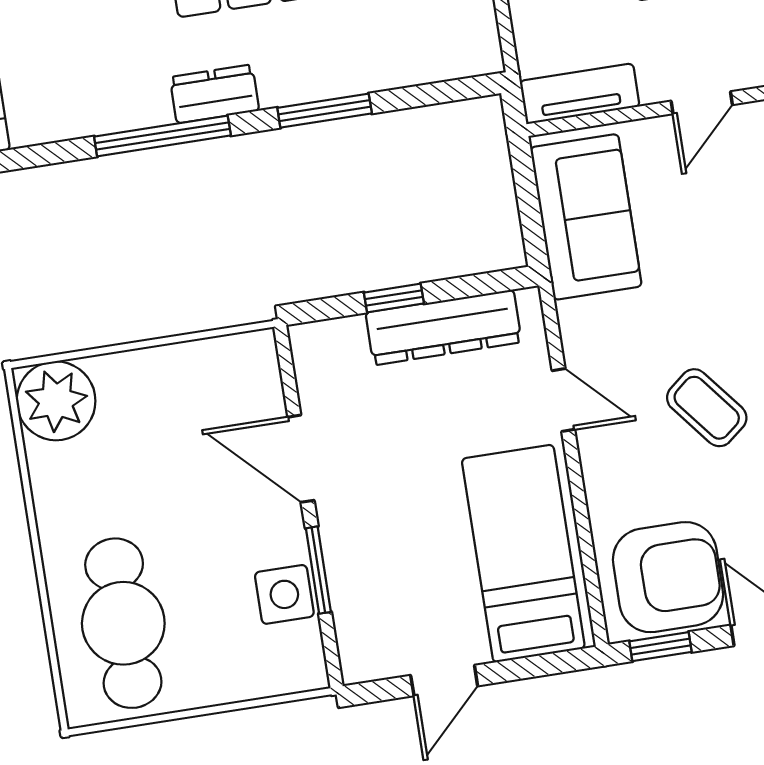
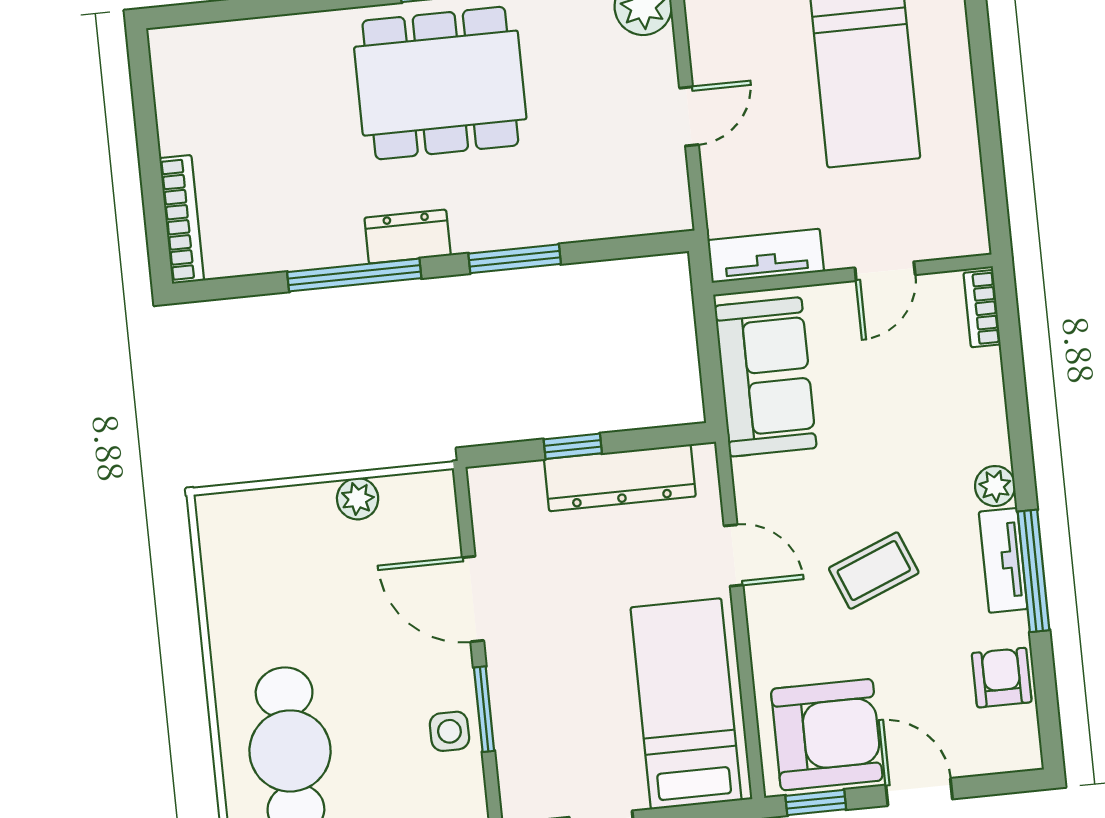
plant: (56, 401) -> (358, 499), moved, width x0.53, depth x0.53
coffee table: (707, 408) -> (874, 571), turned -73
side table: (284, 594) -> (449, 731), width x0.73, depth x0.73

